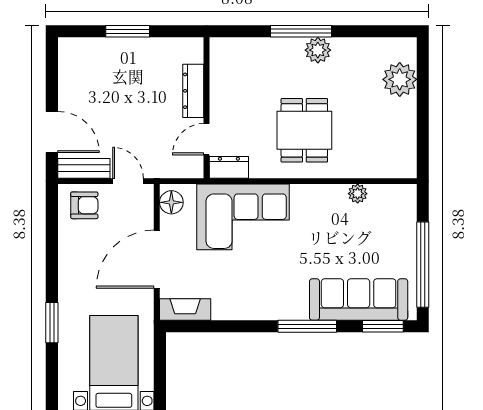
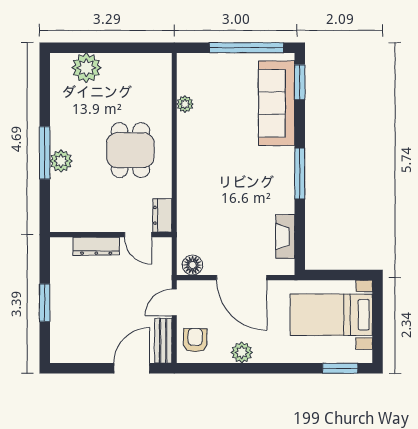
plant: (318, 50) -> (61, 161), moved
dining table: (304, 130) -> (130, 150), turned 90
corner sofa: (243, 217) -> (205, 203), removed
plant: (70, 259) -> (242, 352), added
fireplace: (185, 309) -> (285, 237), moved
window: (52, 323) -> (340, 368), moved
window: (307, 326) -> (300, 173), moved

